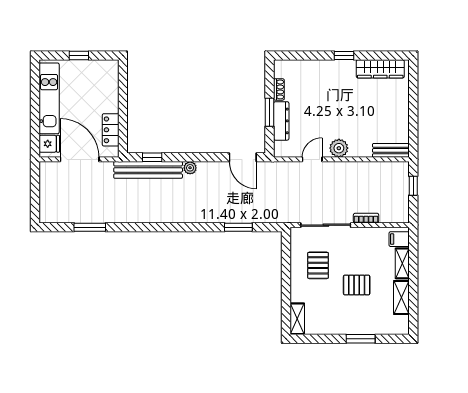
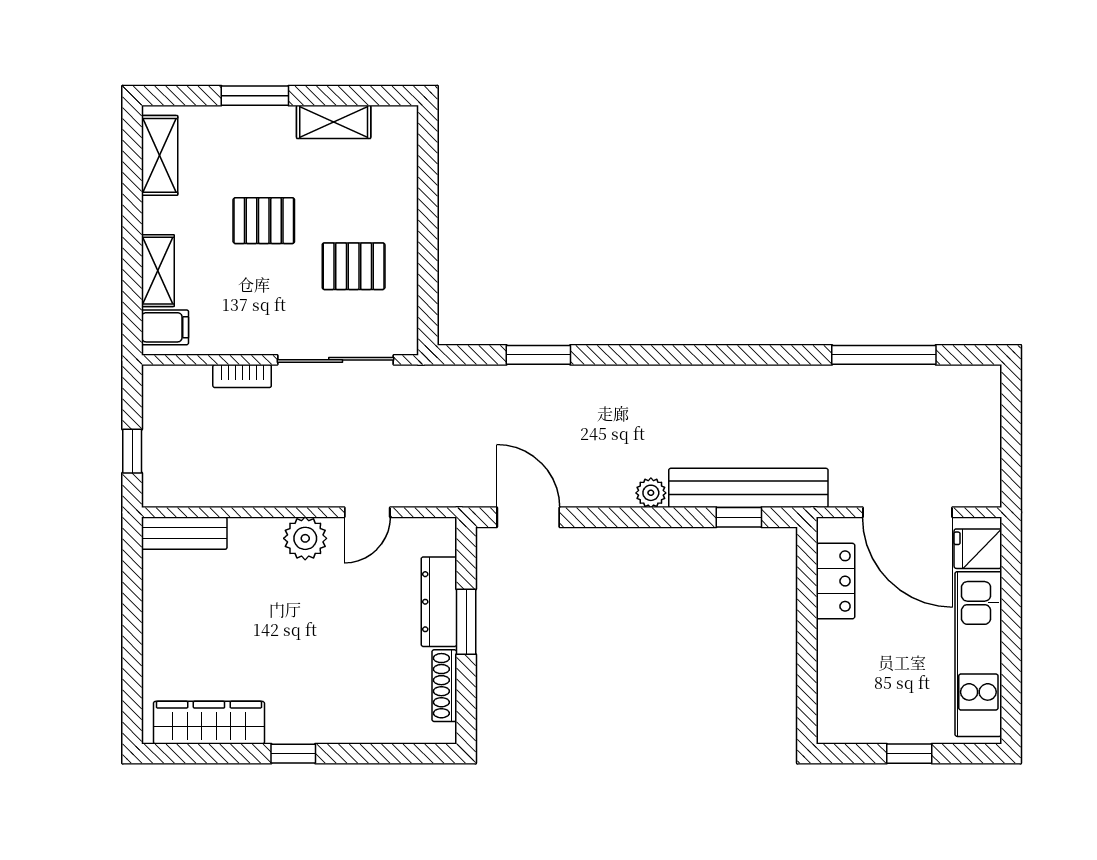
shoe rack: (279, 89) -> (444, 686), width x1.43
window: (90, 227) -> (884, 355), width x1.44
pallet: (318, 265) -> (354, 266), turned 90
shelving: (401, 298) -> (160, 155), moved
shelving: (297, 319) -> (334, 122), moved, turned 90

